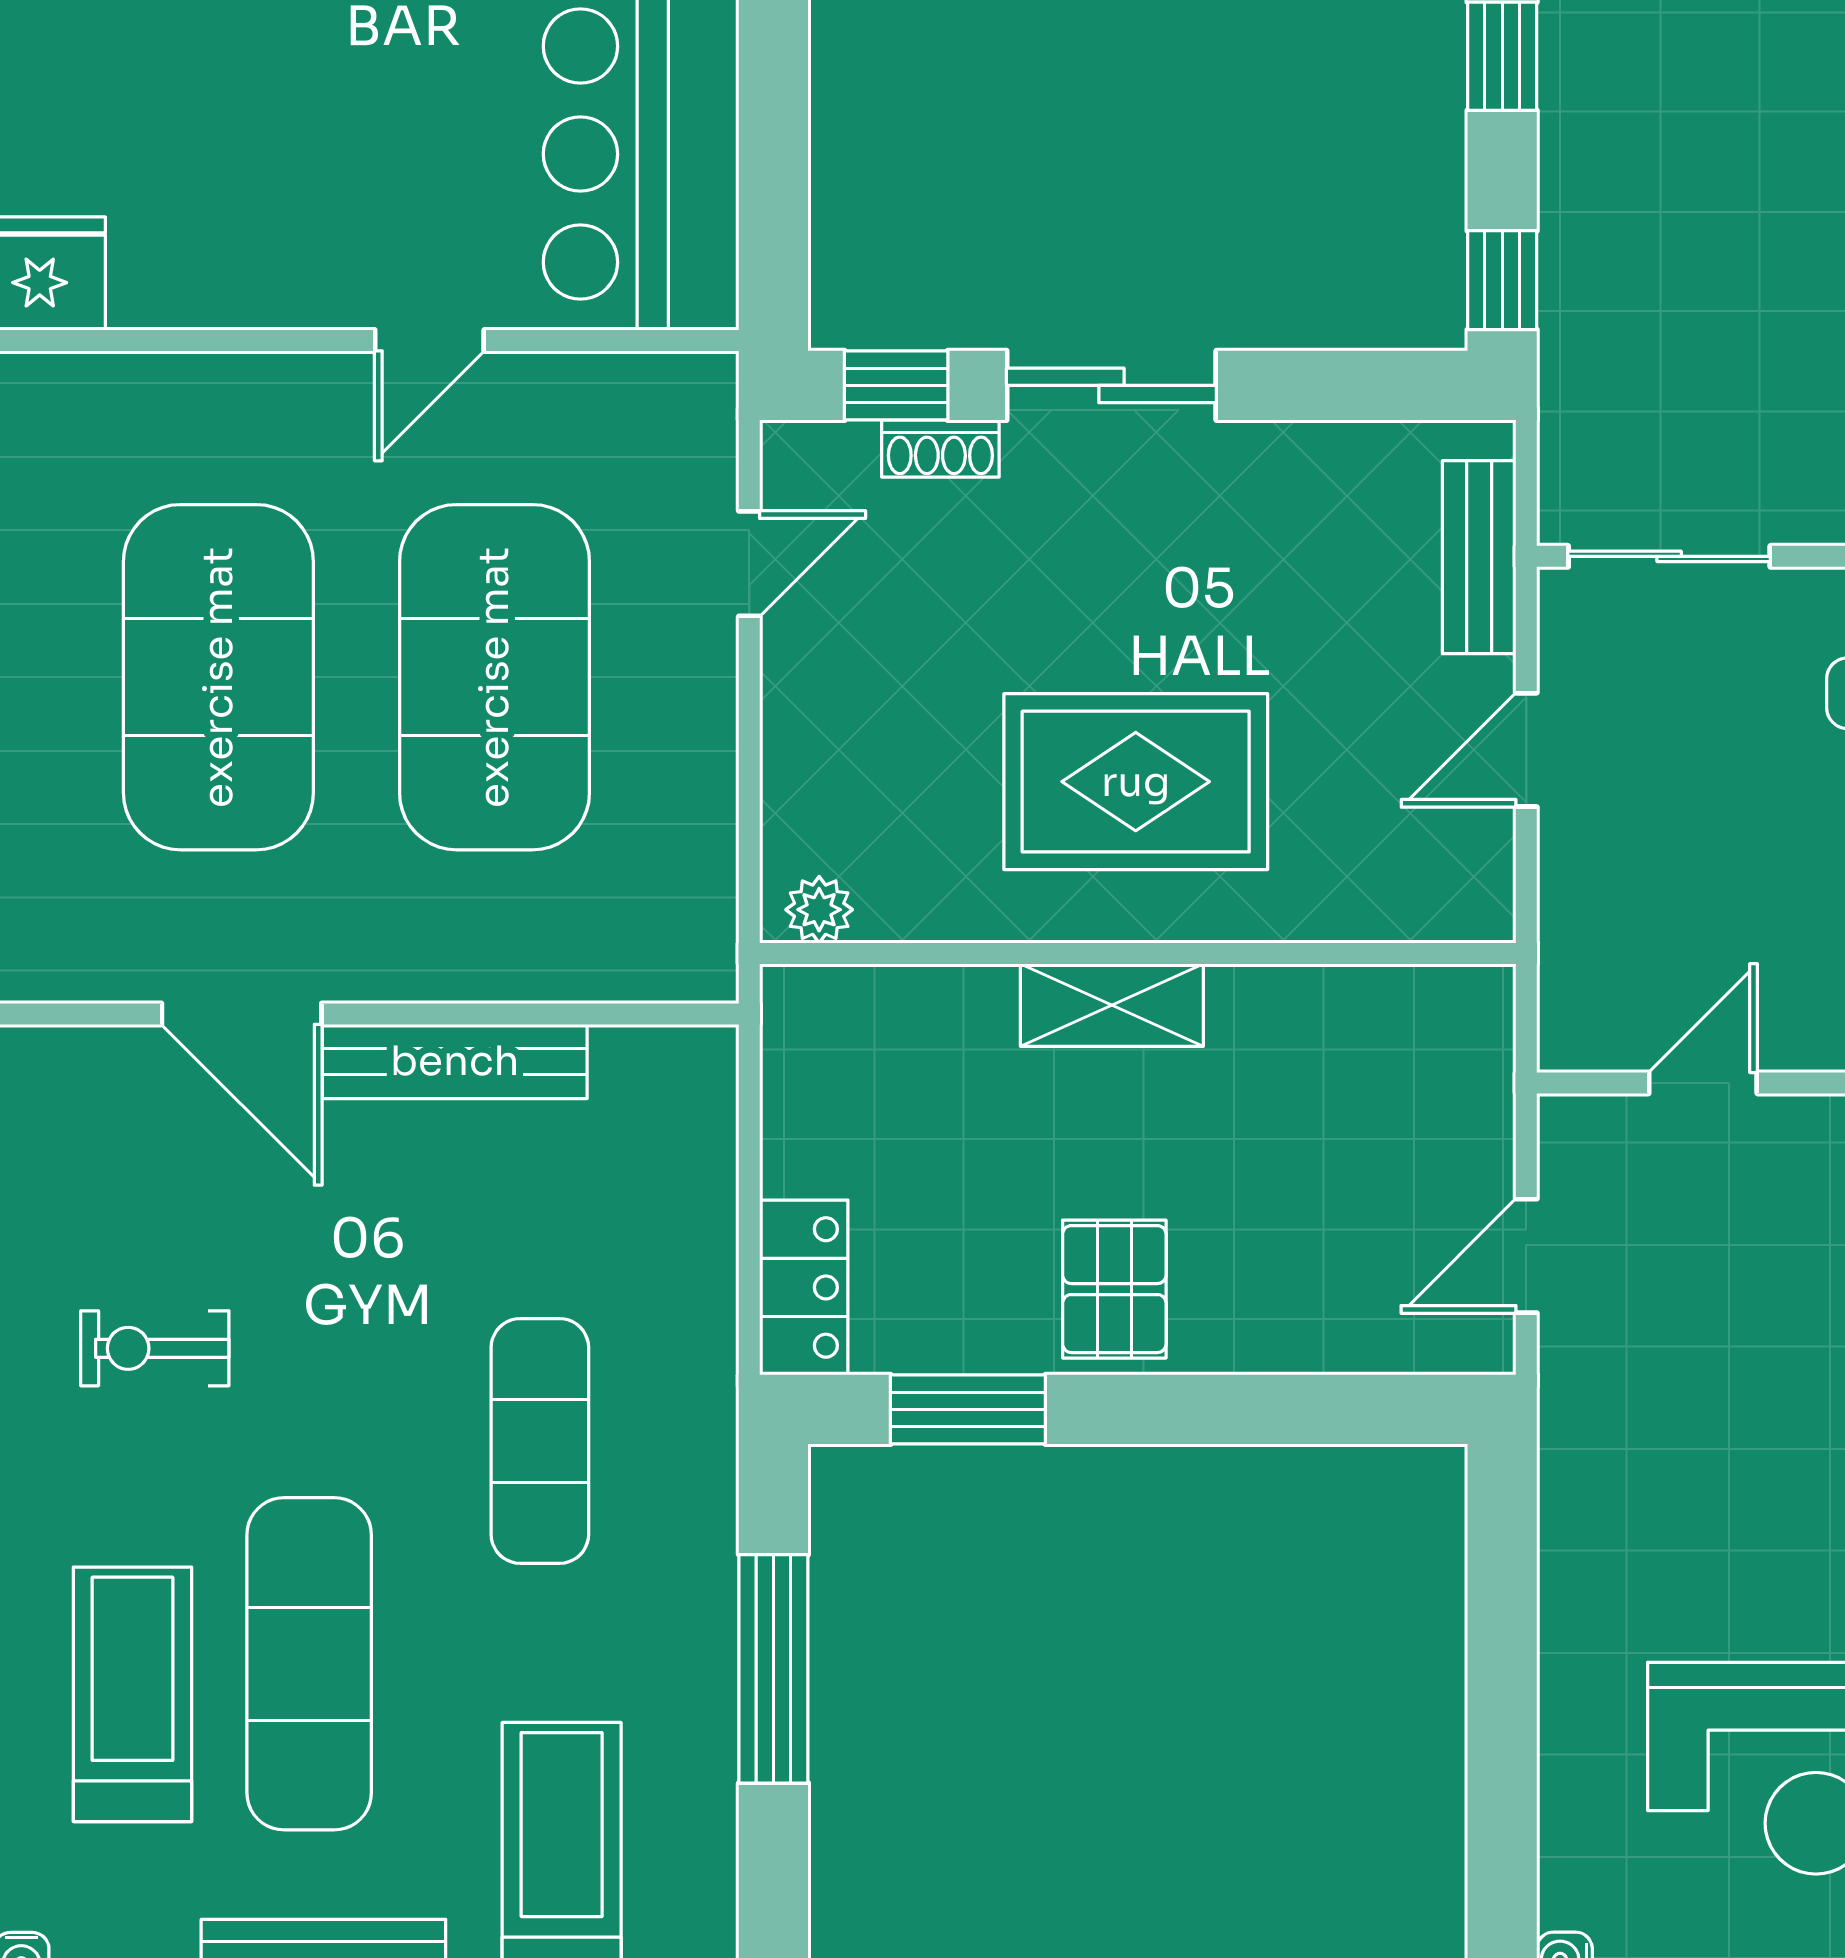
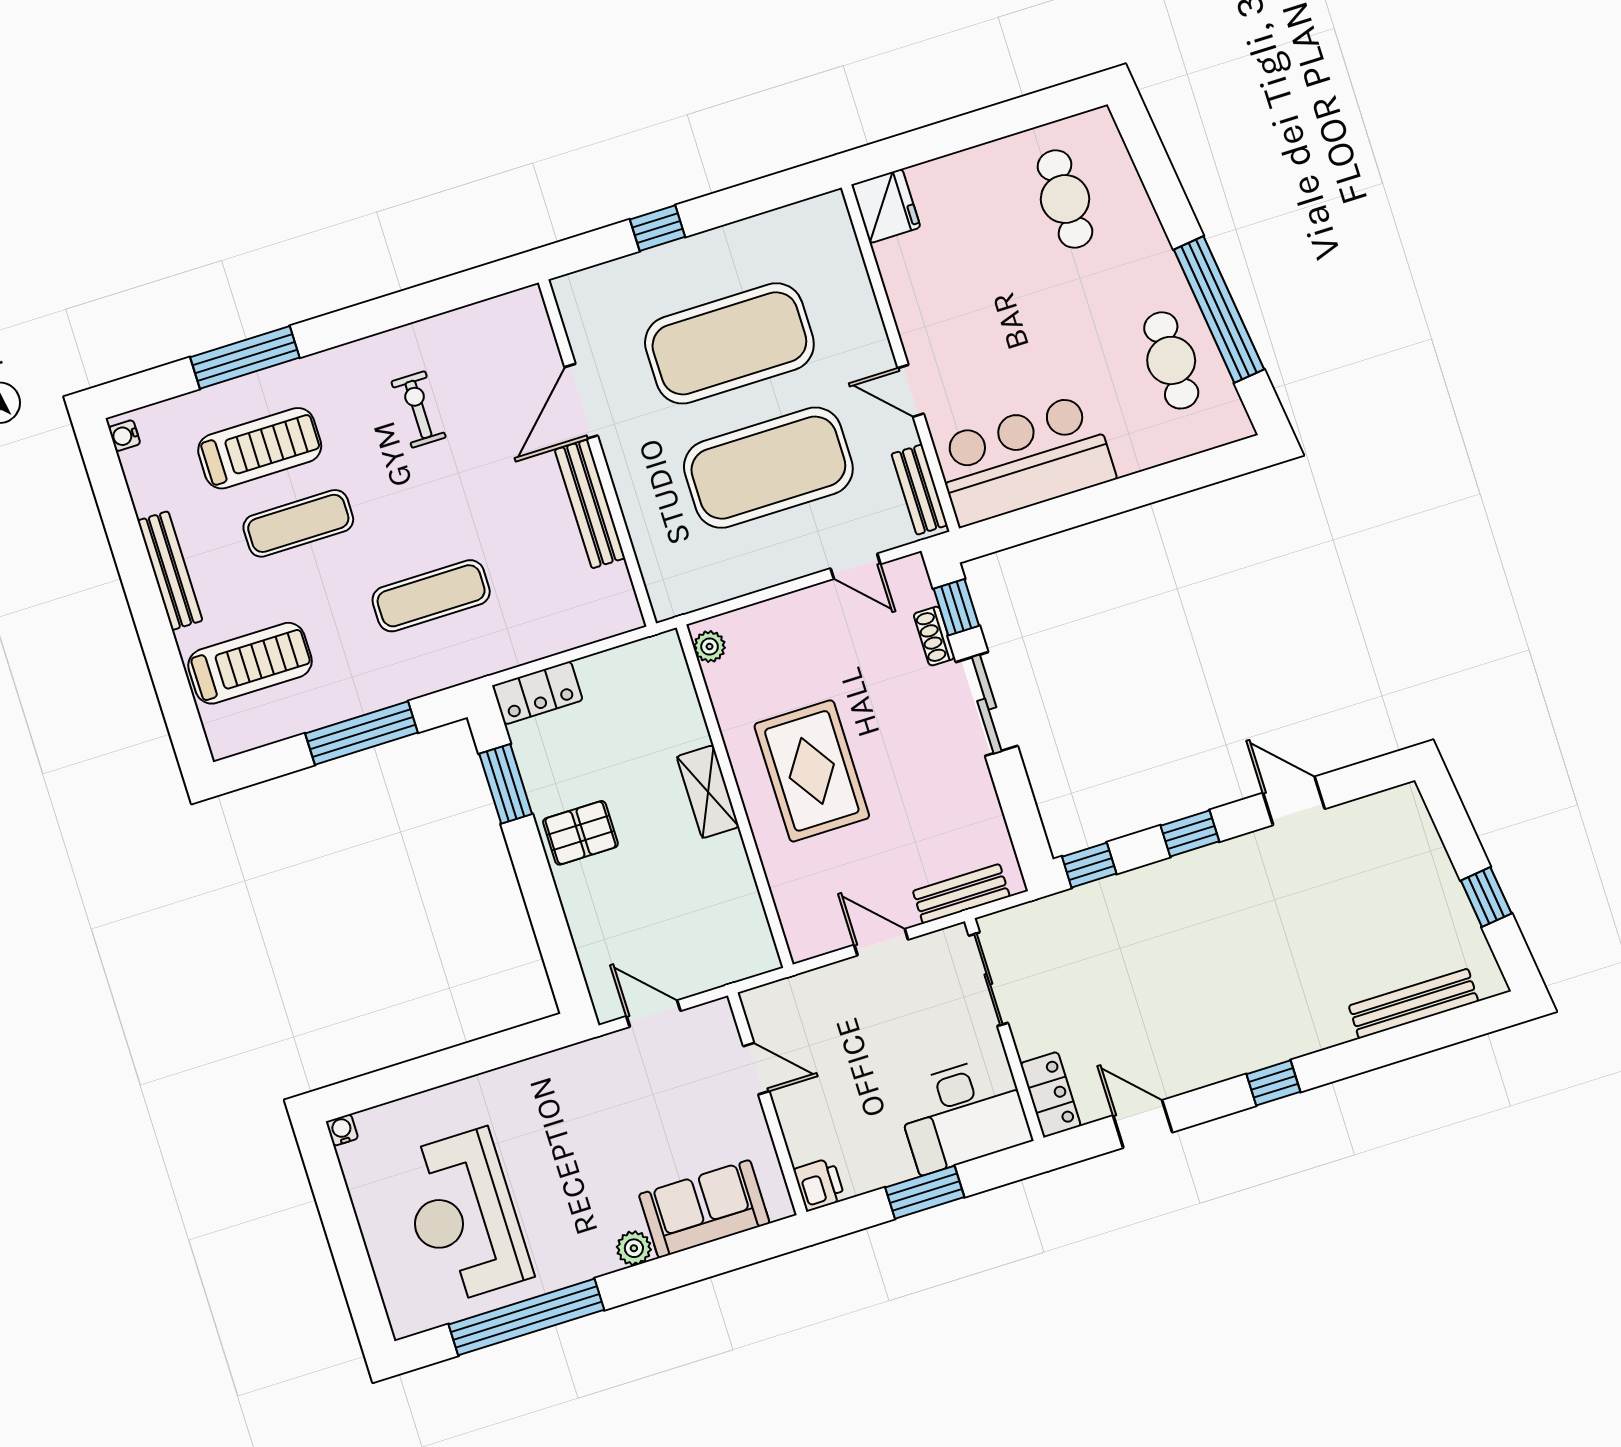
bench: (635, 385) -> (919, 490), added
exercise mat: (309, 1664) -> (298, 523), width x0.73, depth x0.69

